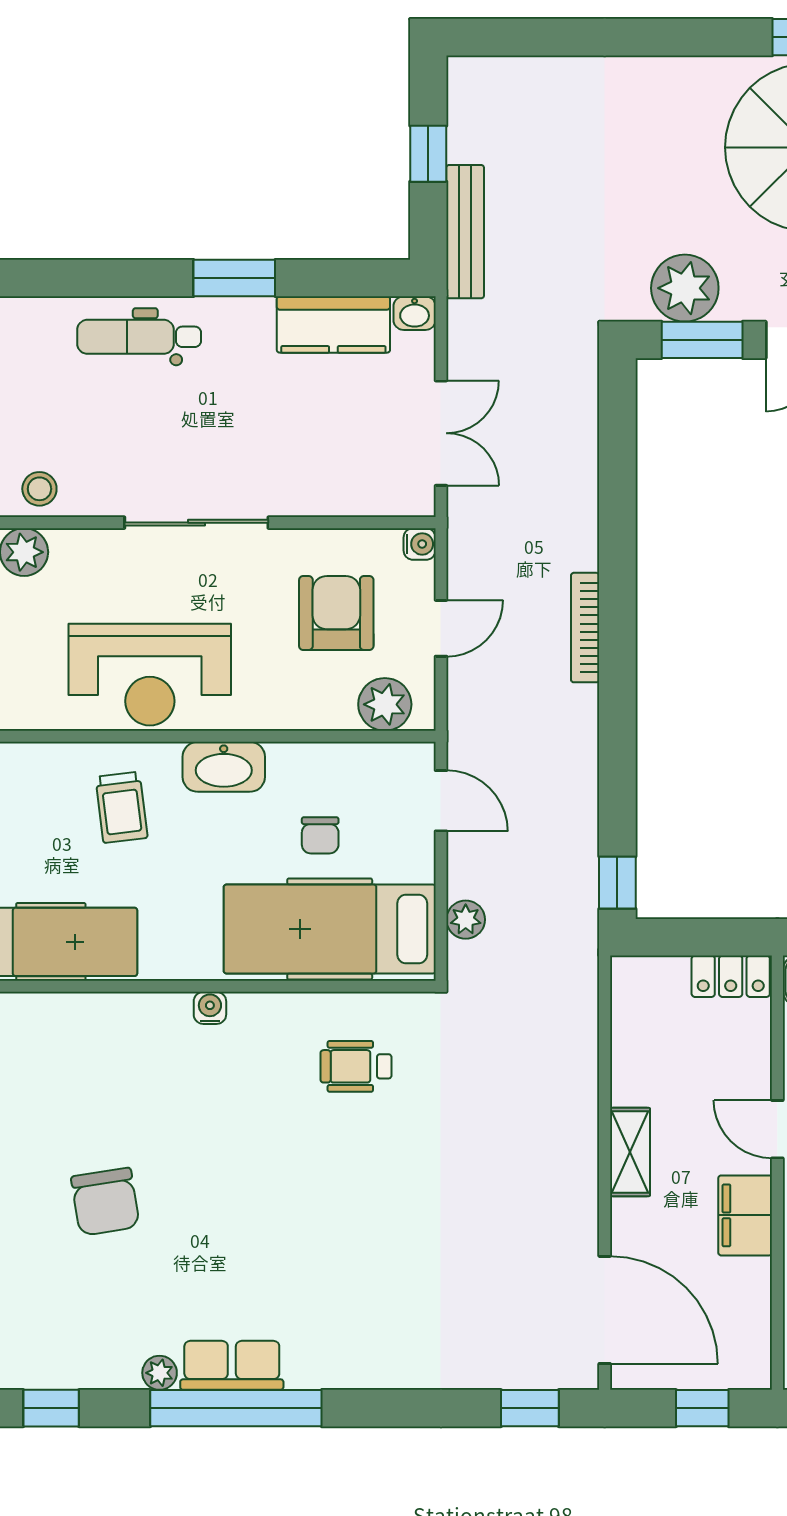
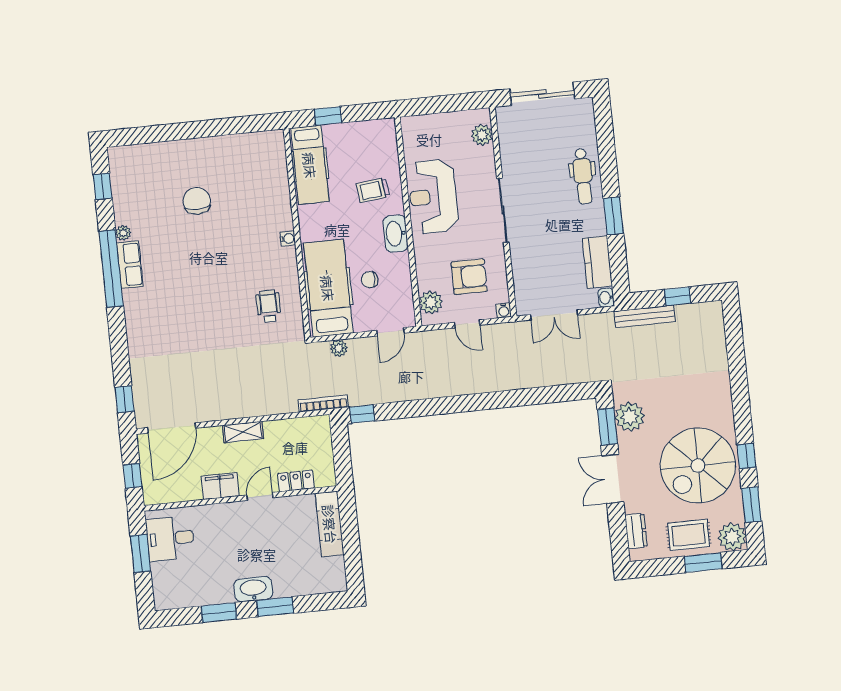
dental chair: (139, 337) -> (583, 176), turned 180
stool: (39, 489) -> (511, 139), removed
bookcase: (585, 628) -> (323, 403), moved
locker: (731, 976) -> (296, 481), moved, turned 90
chair: (105, 1202) -> (197, 201), turned 99

